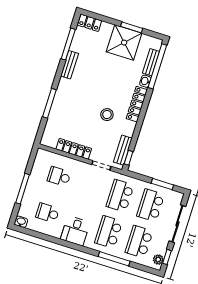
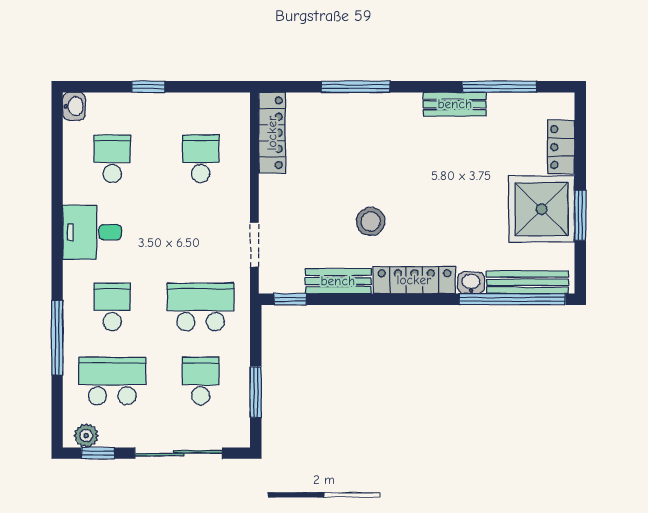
locker: (90, 23) -> (561, 147), moved
bench: (151, 62) -> (527, 282), width x1.36
locker: (74, 149) -> (272, 133), moved
bench: (123, 150) -> (338, 281), moved
window: (23, 189) -> (148, 87), width x0.46
school desk: (151, 205) -> (201, 381), width x0.54
school desk: (109, 232) -> (112, 307), width x0.54

